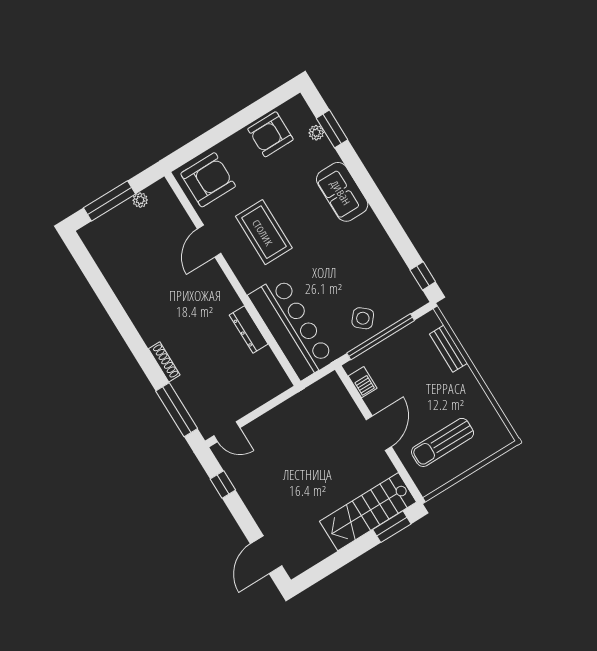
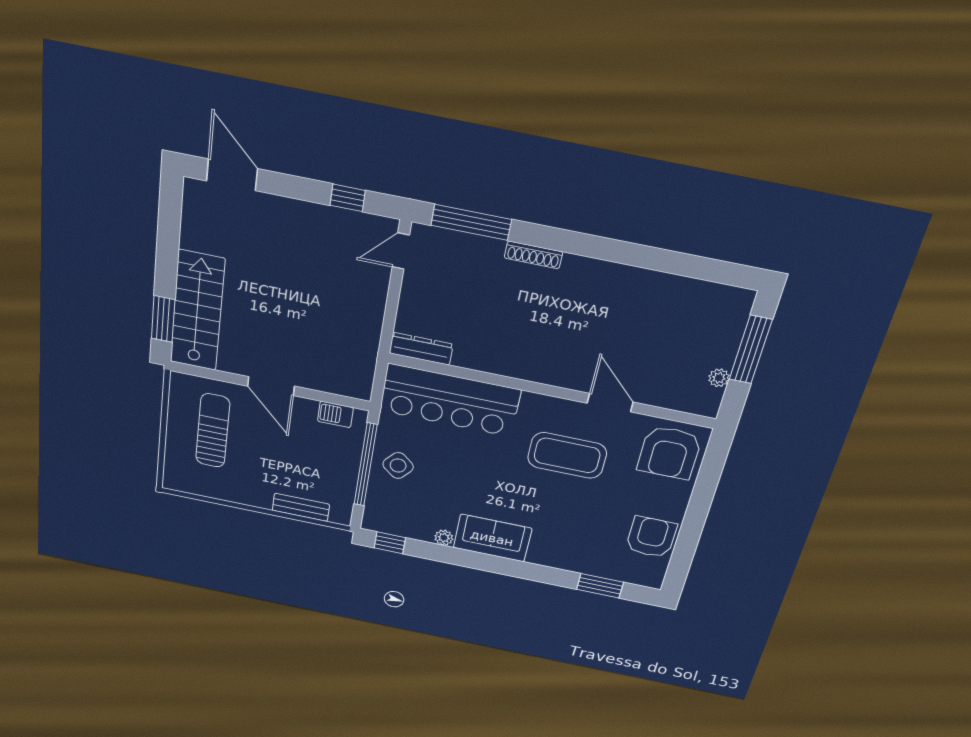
plant: (316, 133) -> (444, 538), moved
sofa: (342, 192) -> (492, 538), moved
dresser: (249, 329) -> (421, 349), moved

